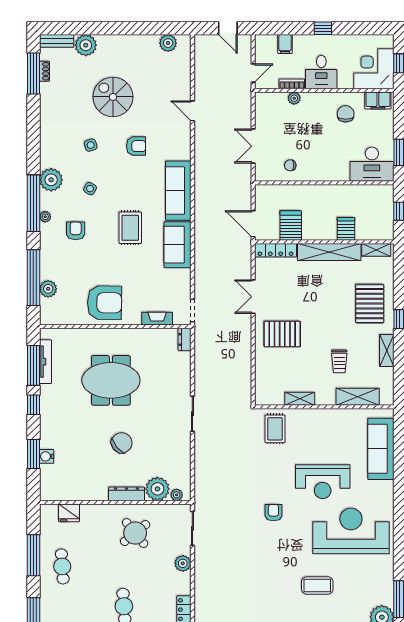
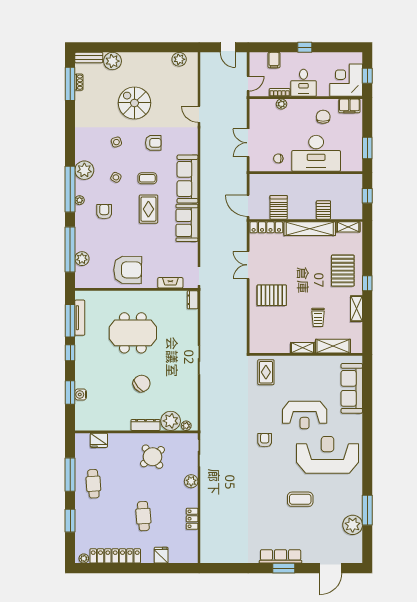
desk: (372, 164) -> (316, 153), moved, width x1.36, depth x1.30
coffee table: (129, 190) -> (147, 178), added
shelving: (300, 399) -> (303, 348), moved

